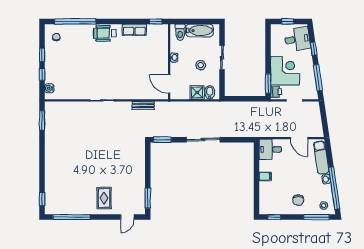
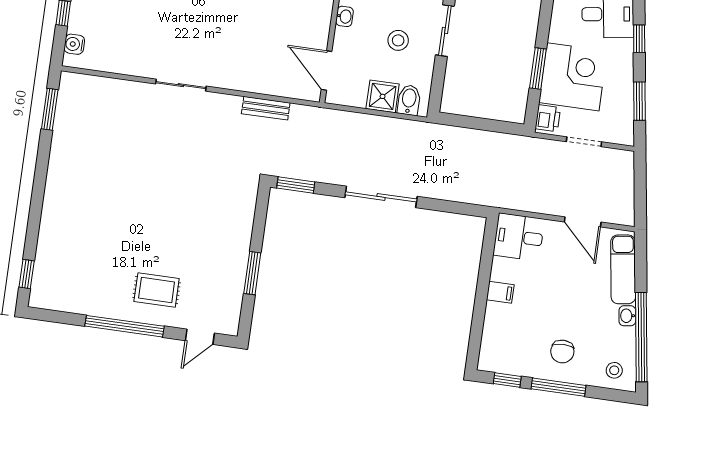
window: (318, 78) -> (640, 101), width x0.69
window: (268, 84) -> (538, 68), moved
rug: (104, 198) -> (157, 290), turned 90
window: (148, 198) -> (252, 273), moved
window: (71, 217) -> (124, 326), moved
window: (316, 217) -> (559, 387), moved

